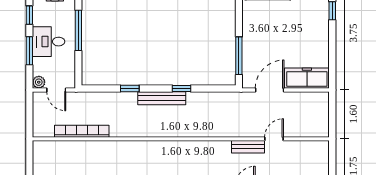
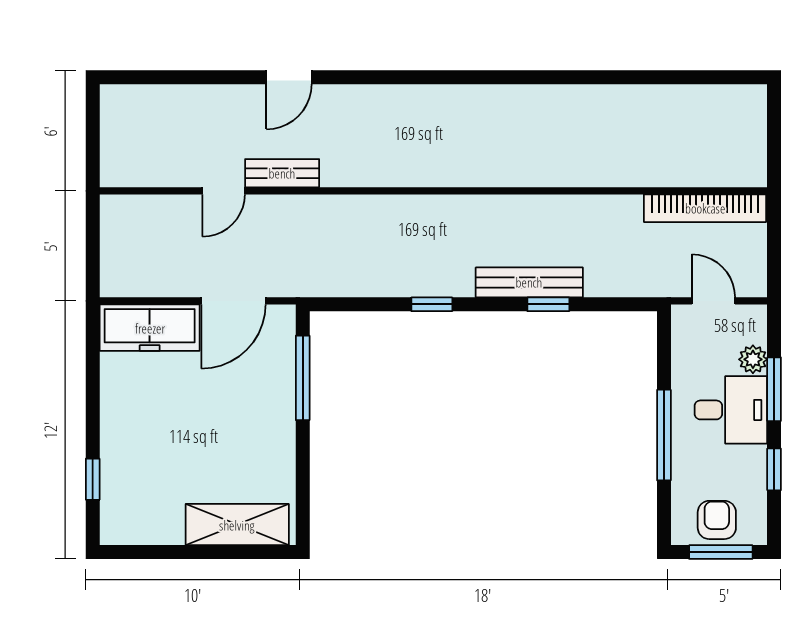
plant: (39, 82) -> (753, 359), moved
bench: (162, 98) -> (529, 282), moved
bookcase: (82, 131) -> (705, 208), moved

